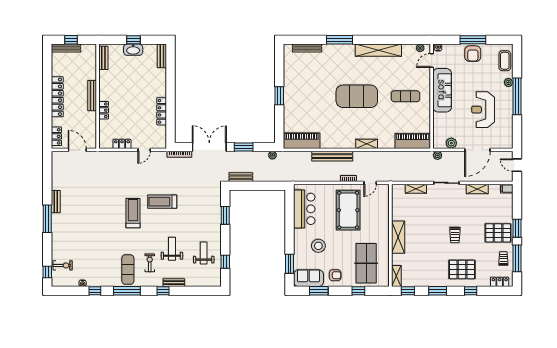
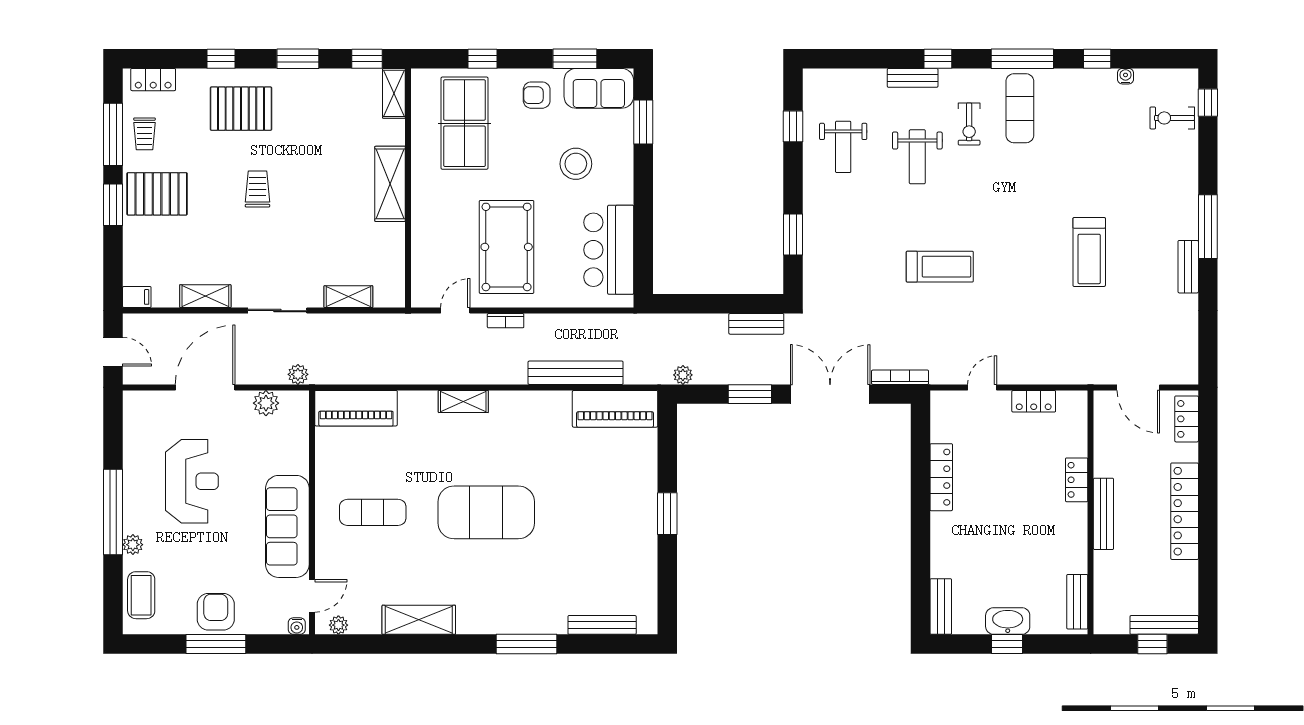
shelving: (378, 50) -> (419, 620), width x0.68
double door: (209, 147) -> (830, 394), swing flipped
bench: (332, 156) -> (576, 373), moved
treadmill: (133, 213) -> (1089, 252), moved

